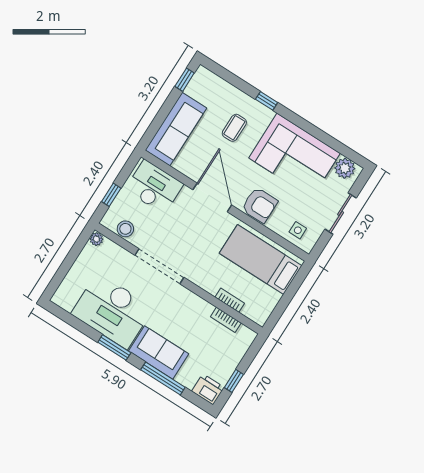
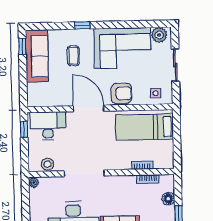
sofa: (176, 129) -> (37, 56), moved
window: (111, 195) -> (24, 129), moved
floor lamp: (234, 357) -> (168, 199), added

